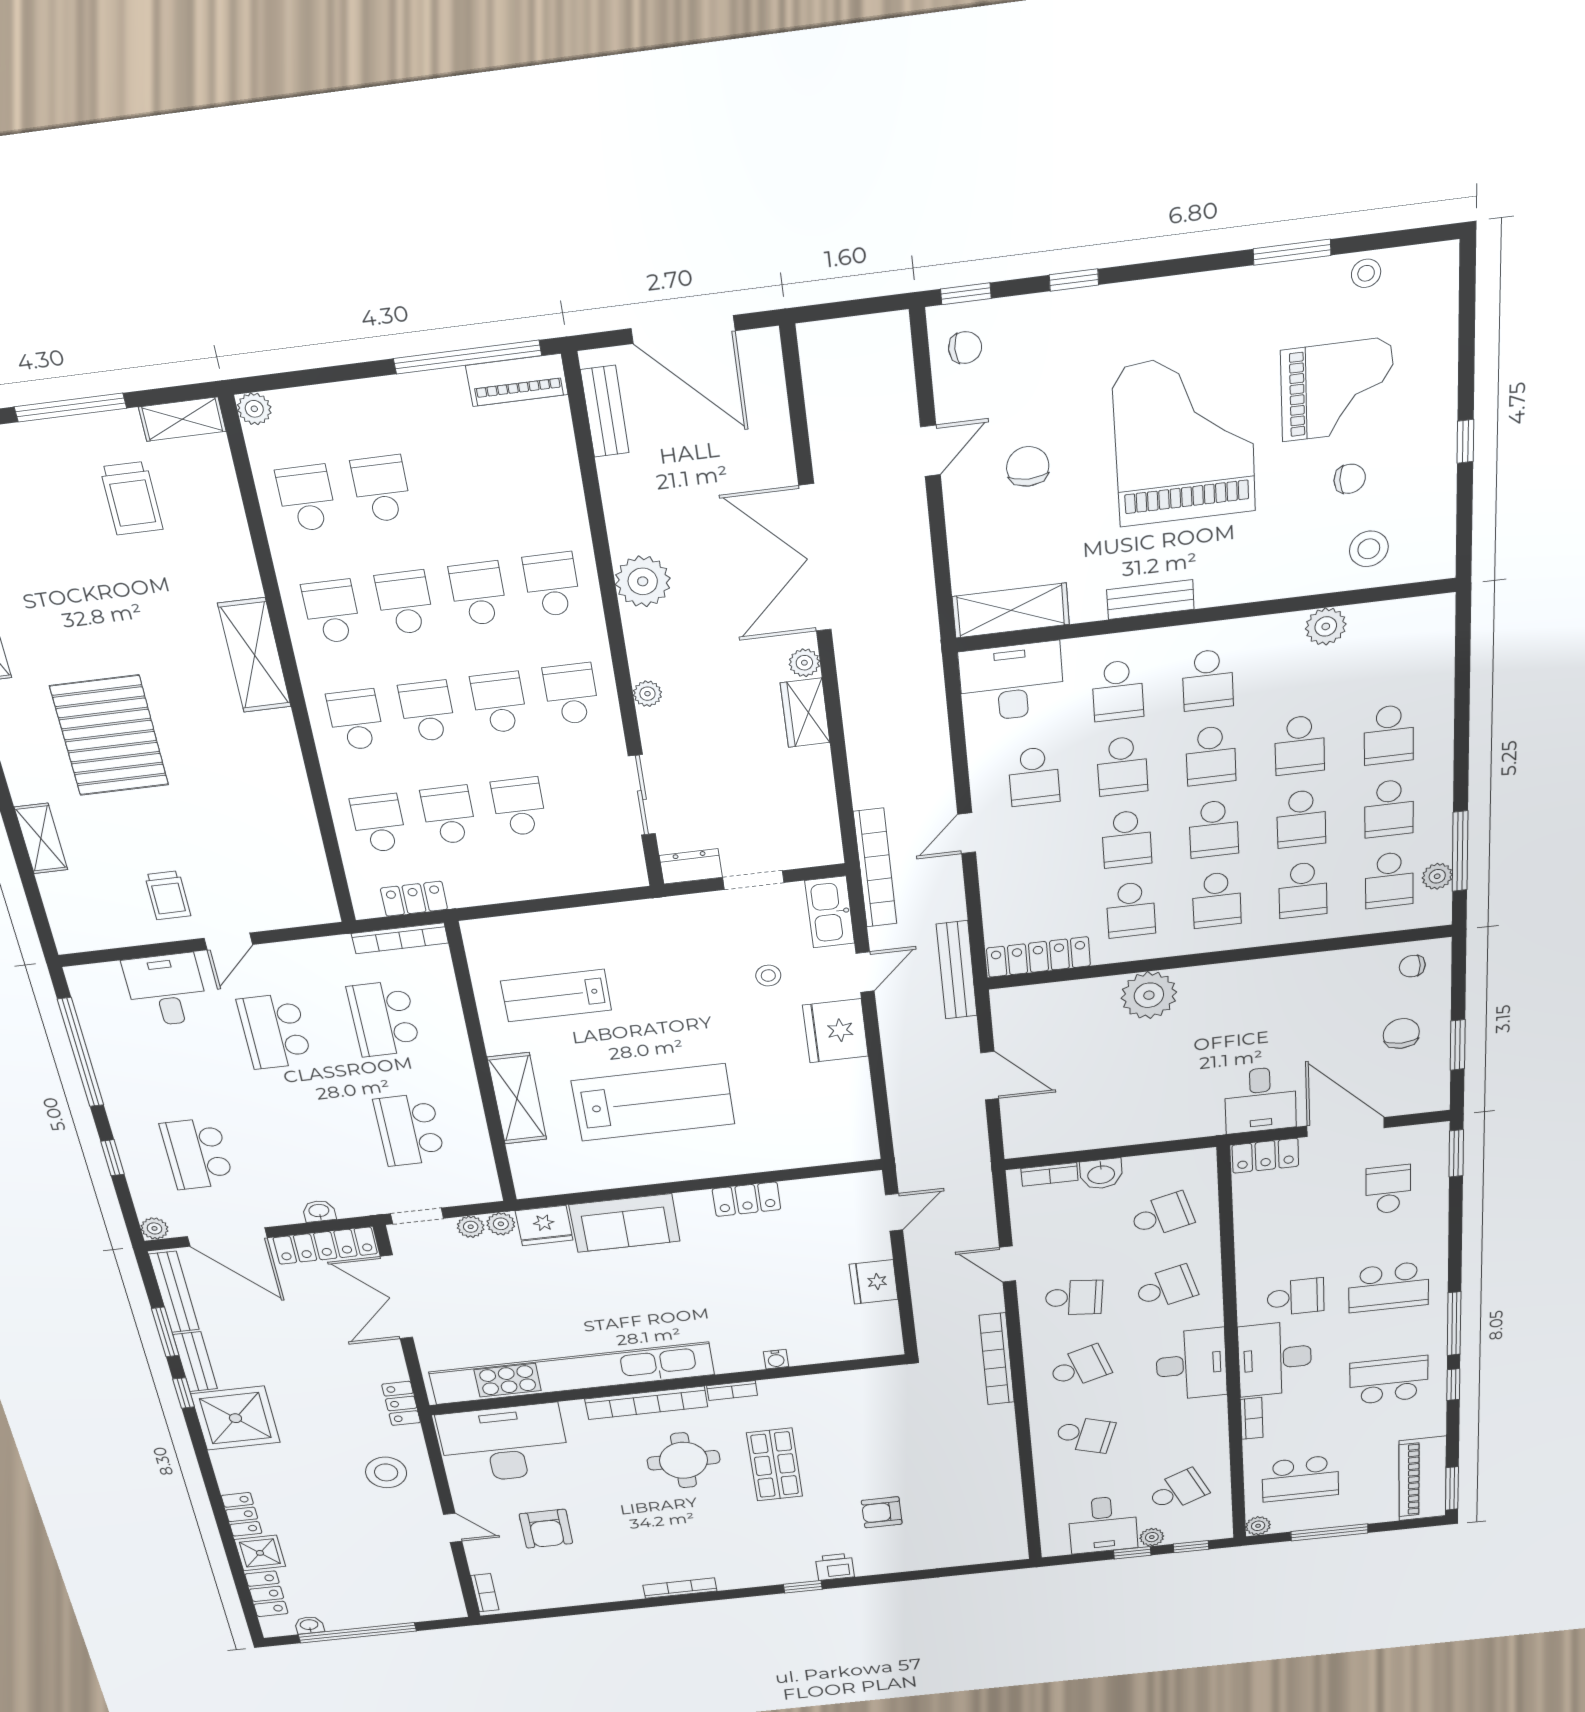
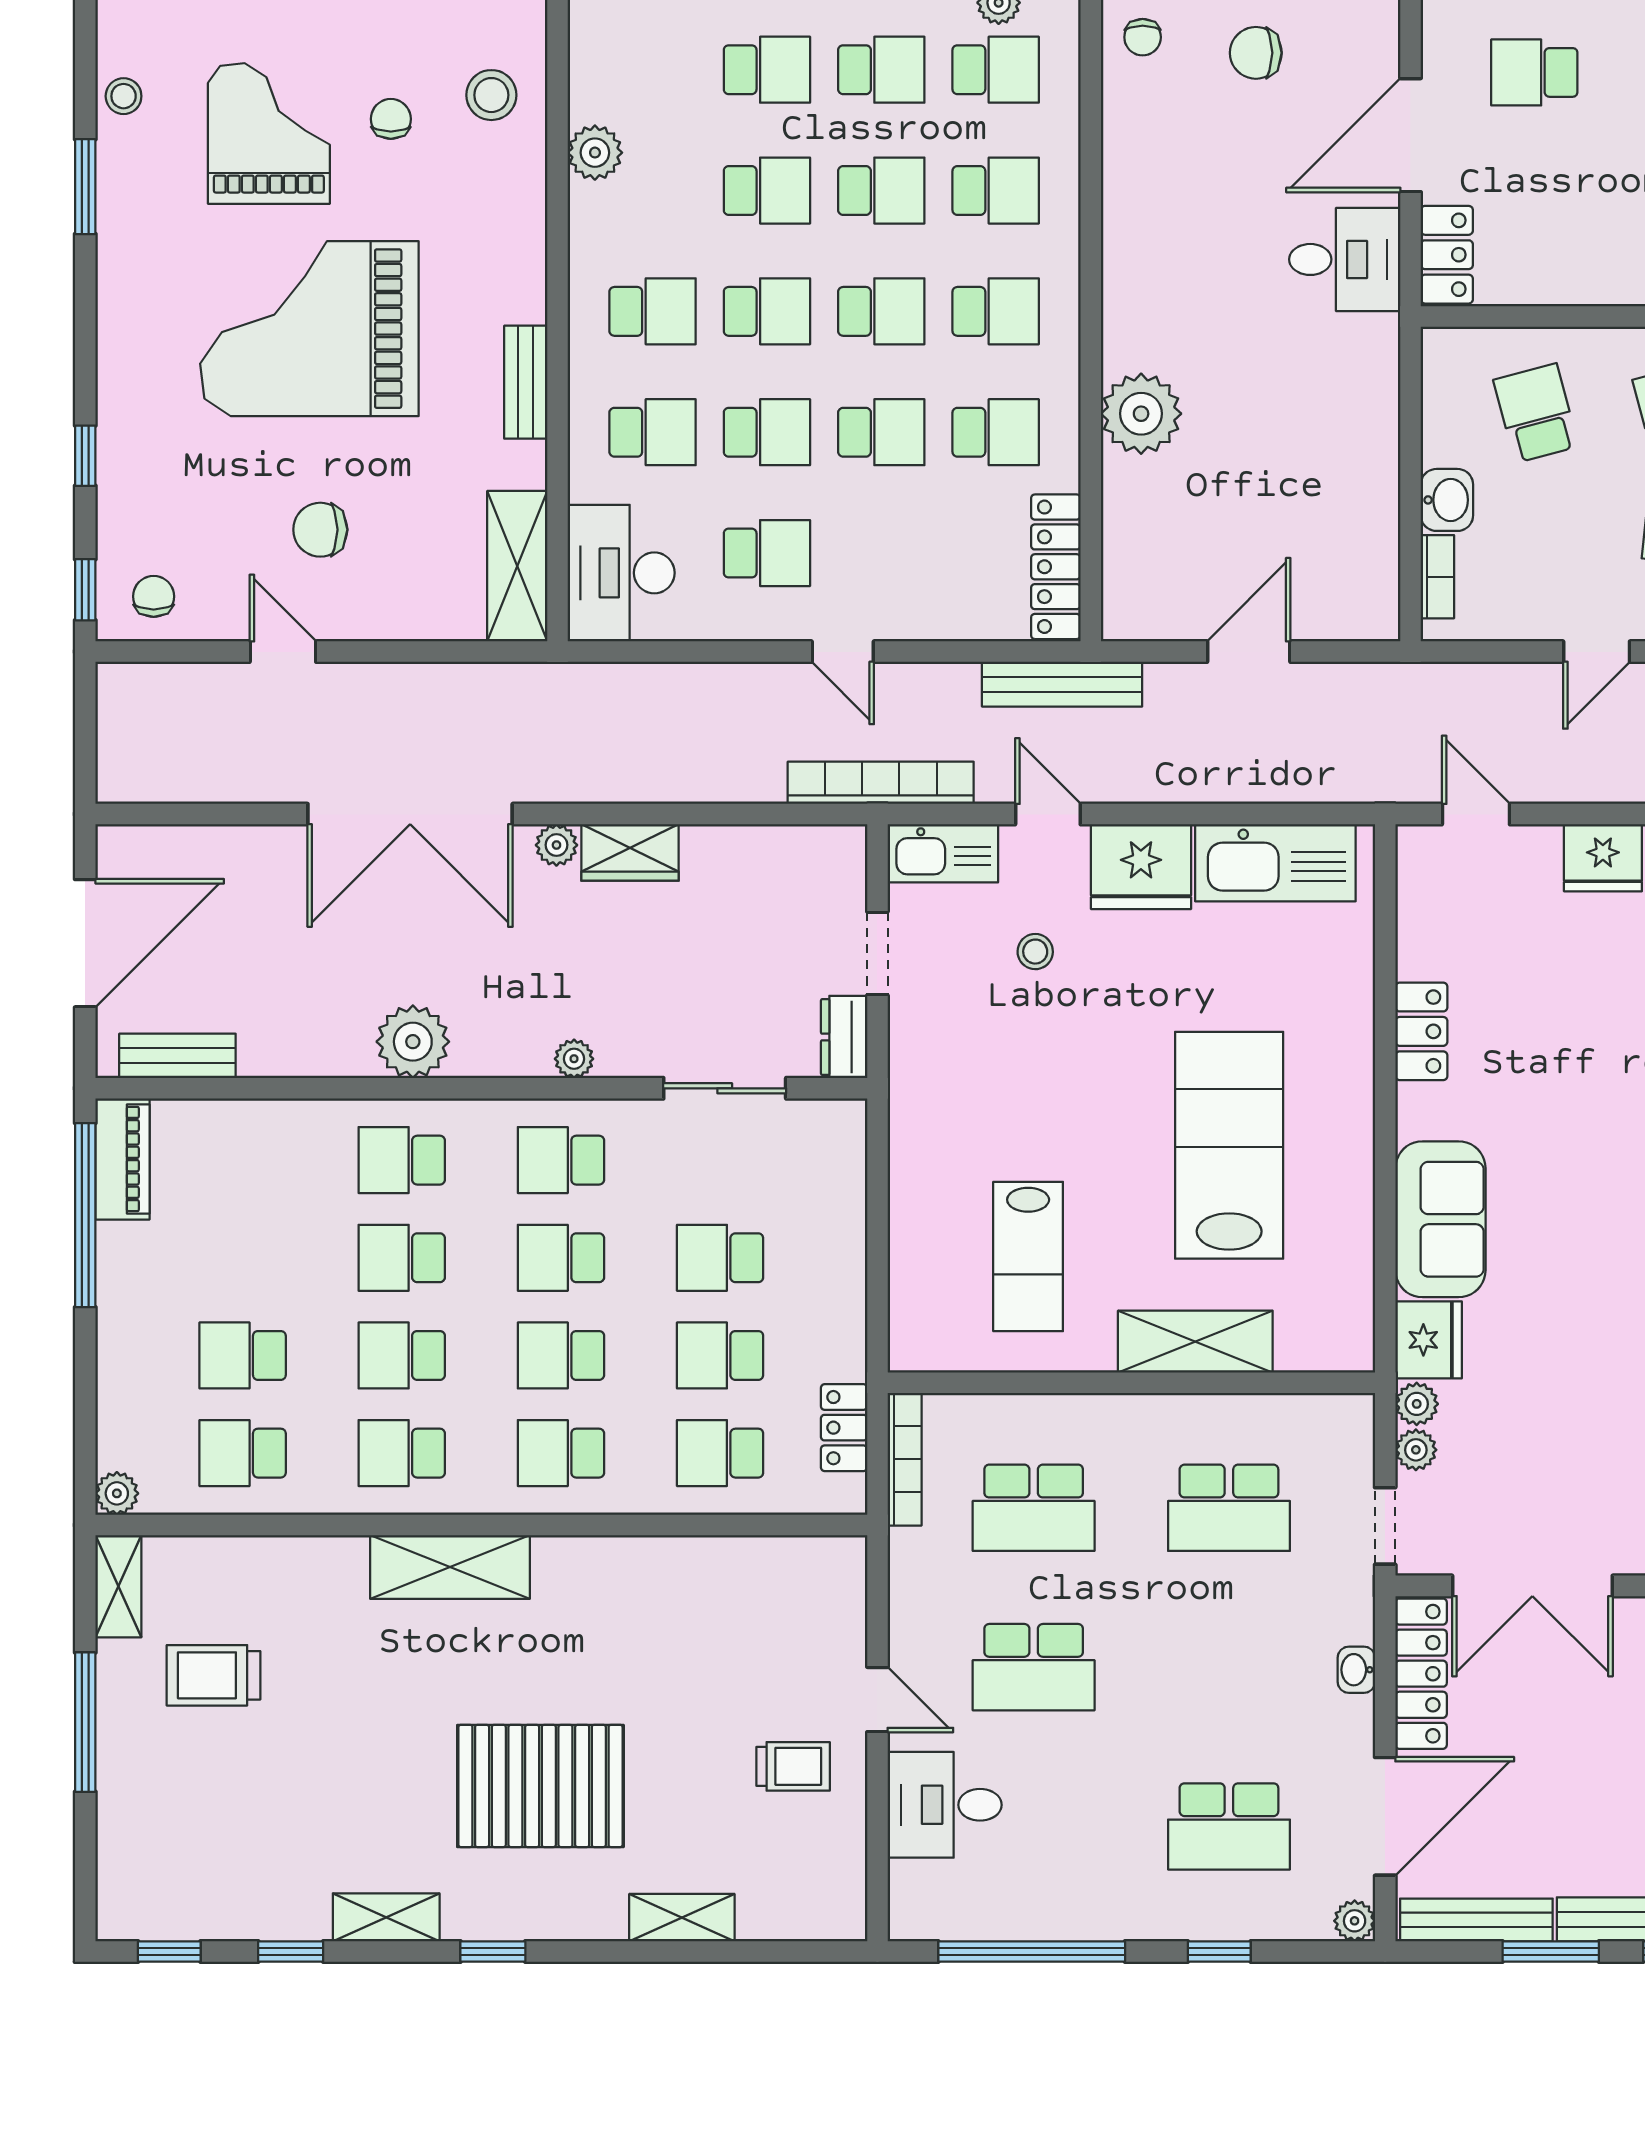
trolley: (131, 498) -> (213, 1675), turned 180
kitchen sink: (848, 1107) -> (1275, 863), added

